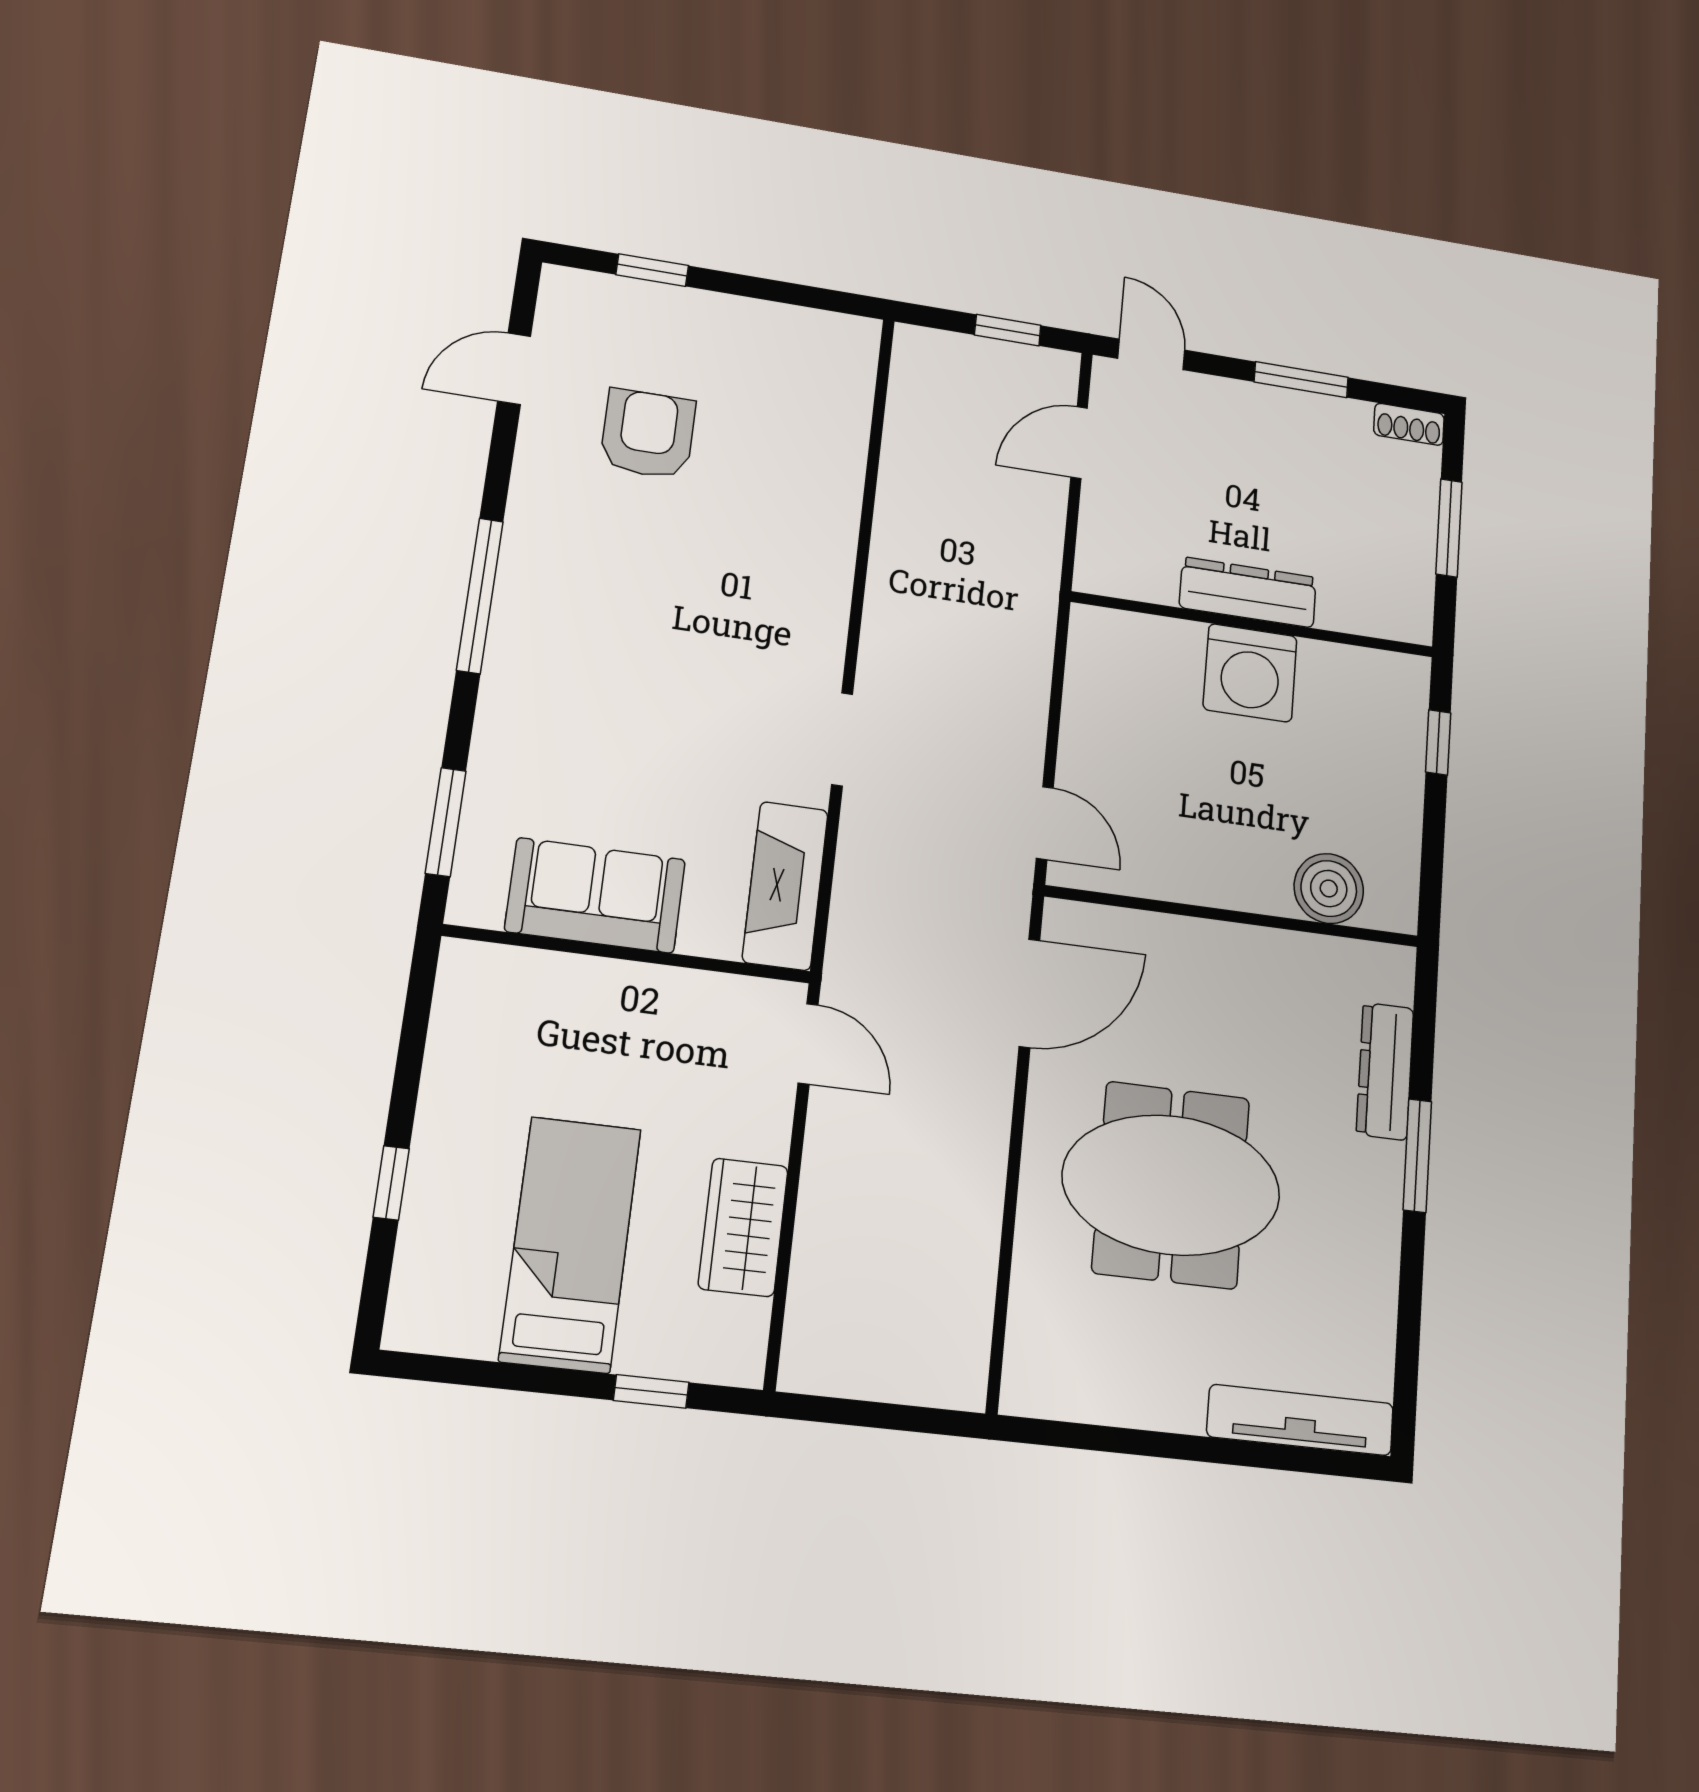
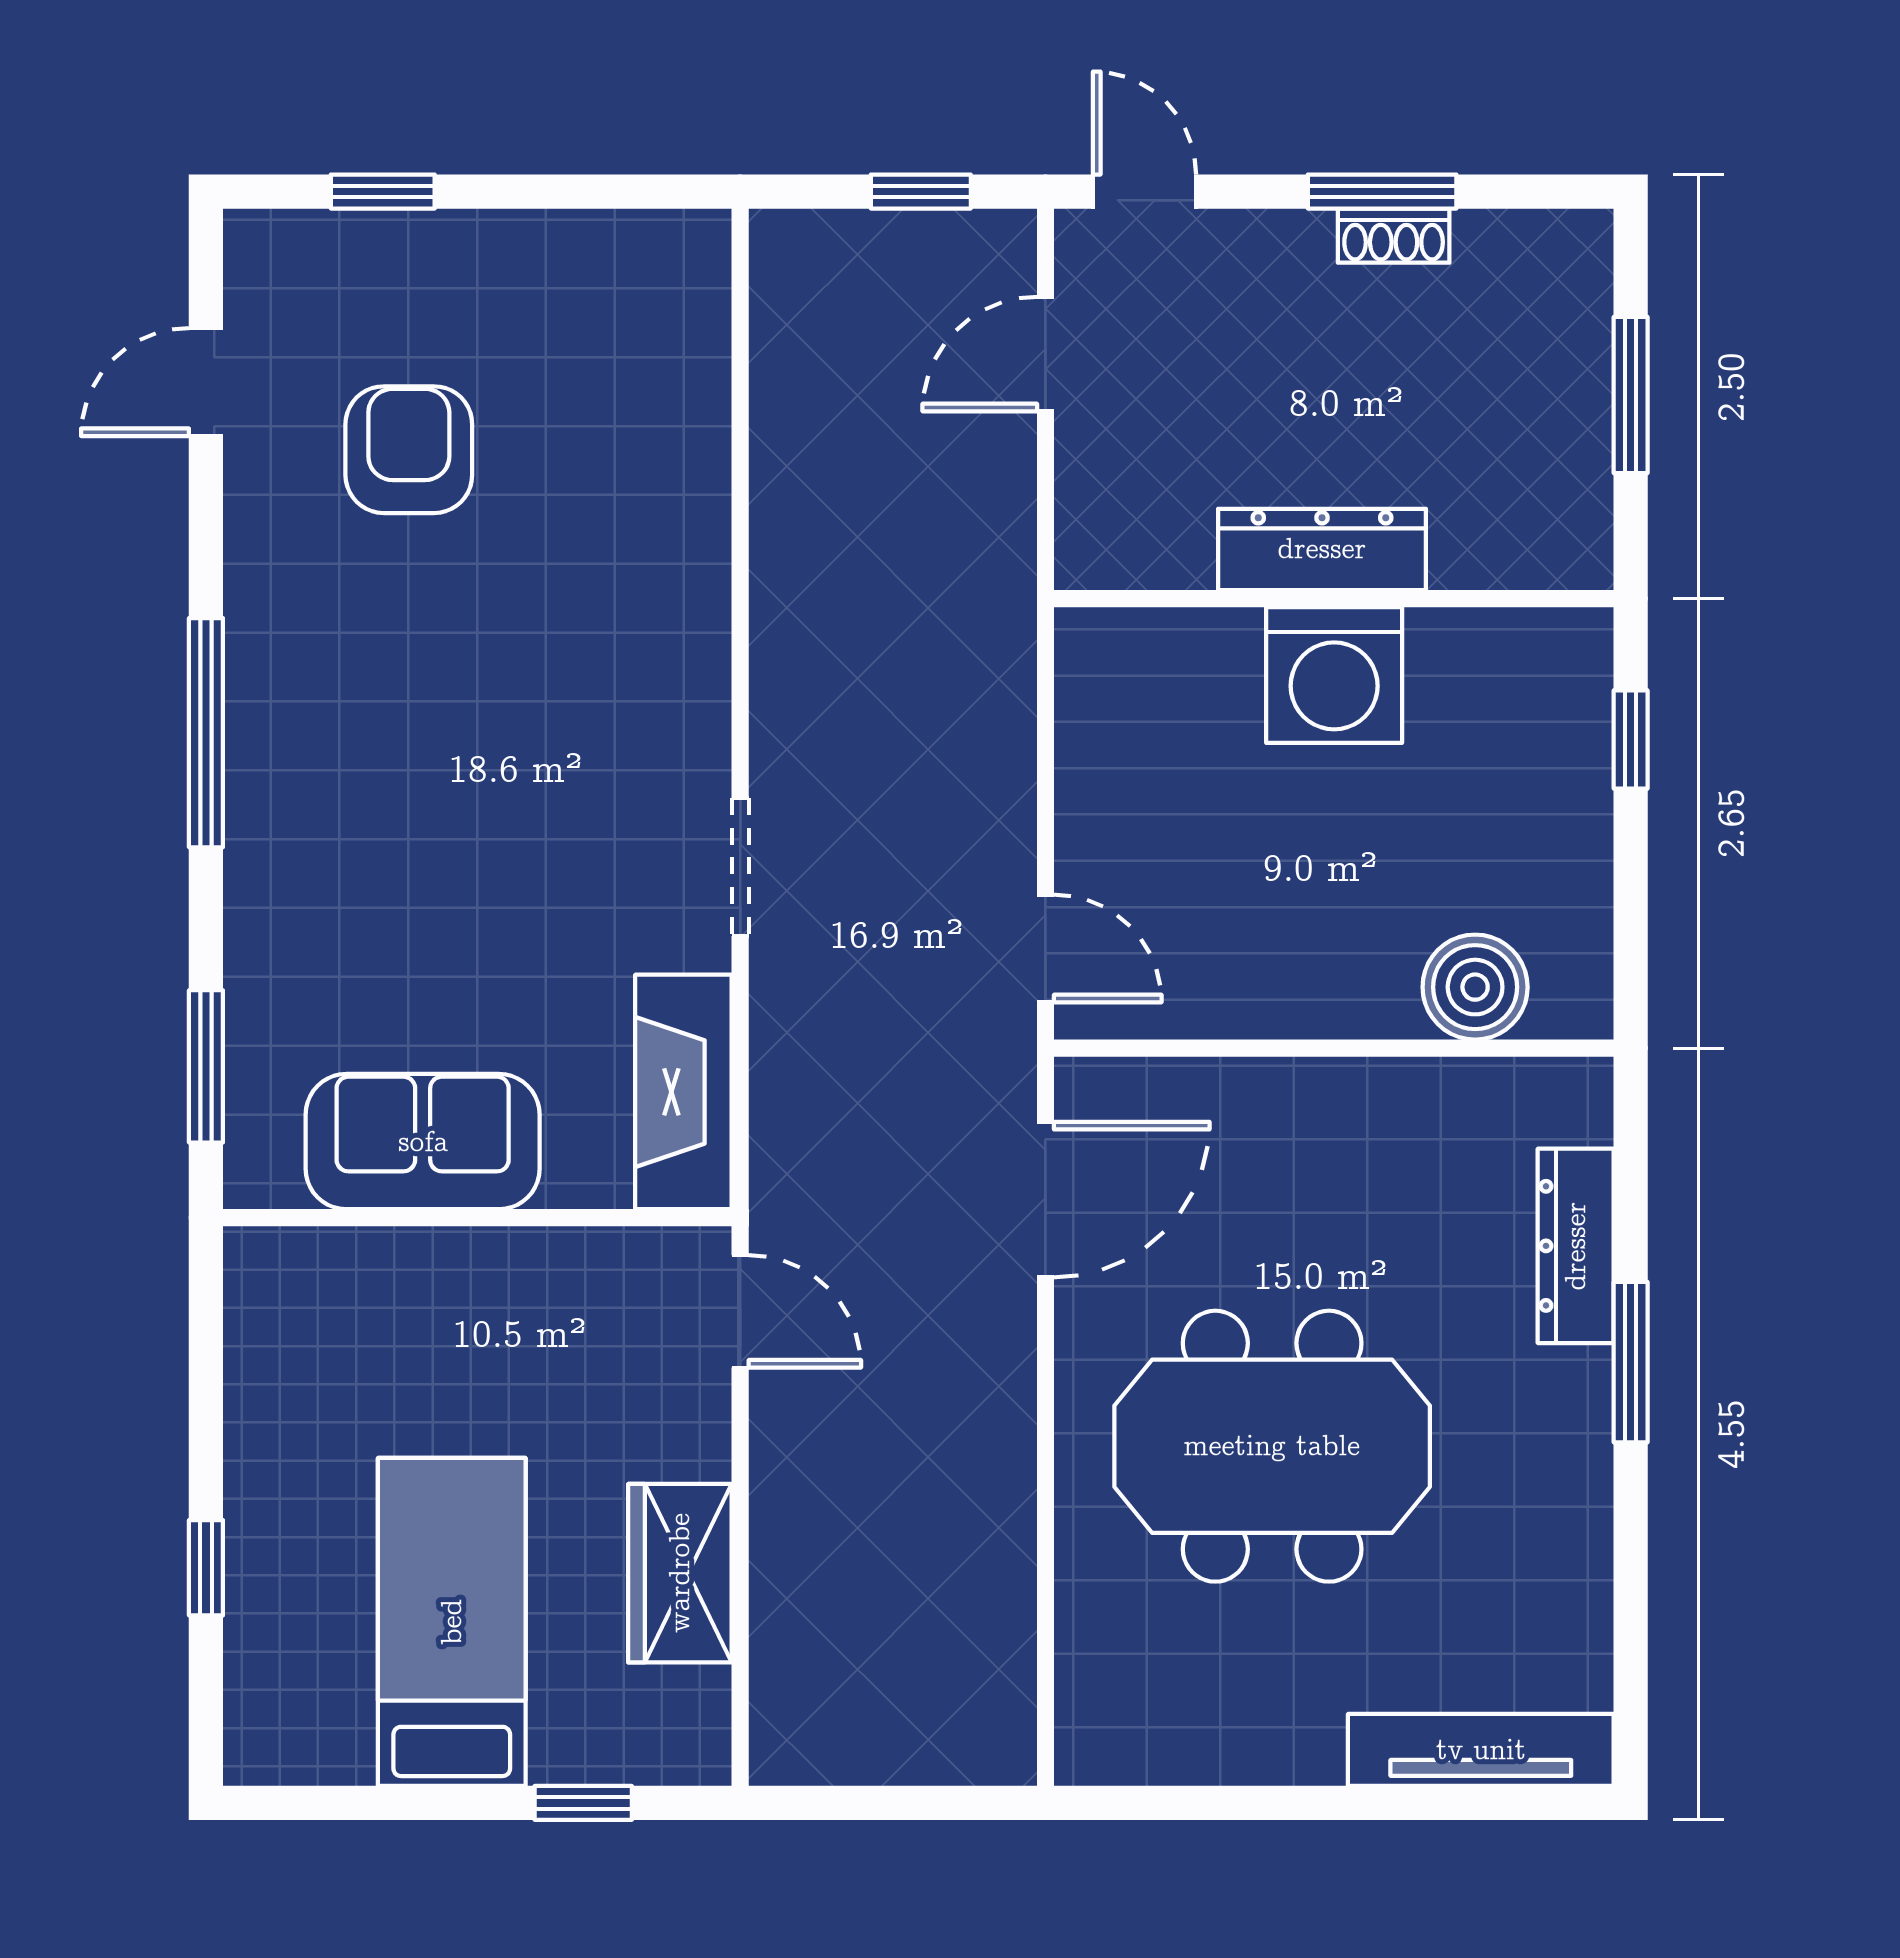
shoe rack: (1409, 424) -> (1394, 236), moved

